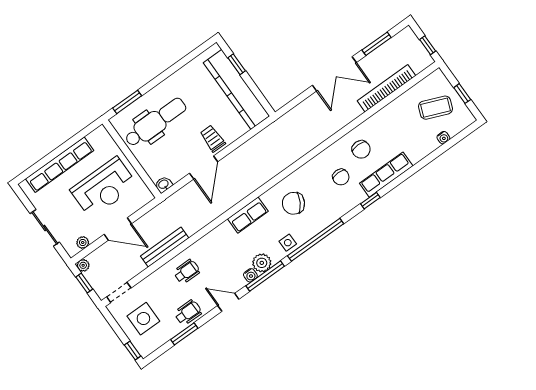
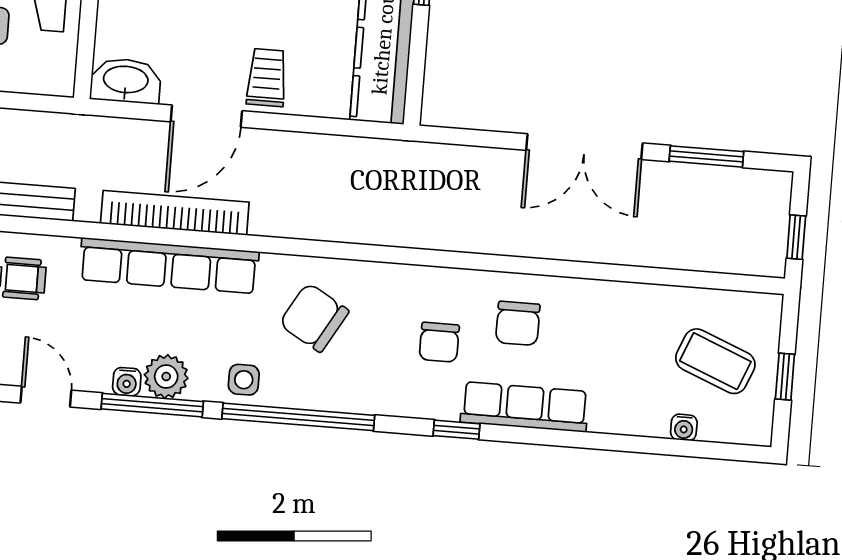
bookcase: (386, 88) -> (175, 213), moved
washbasin: (164, 185) -> (126, 81), width x1.91, depth x1.45
row of seats: (248, 215) -> (169, 266), width x2.02

